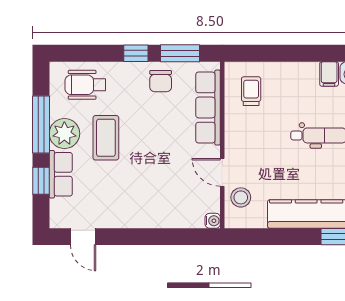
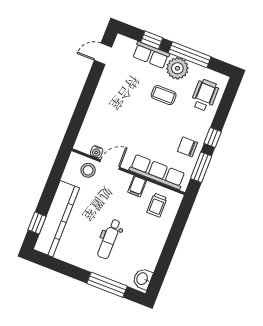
filing cabinet: (329, 74) -> (137, 186), moved, turned -90
trolley: (251, 91) -> (157, 205), turned 90
coffee table: (106, 138) -> (164, 95), width x0.73, depth x0.77
water cooler: (213, 221) -> (97, 152), moved

